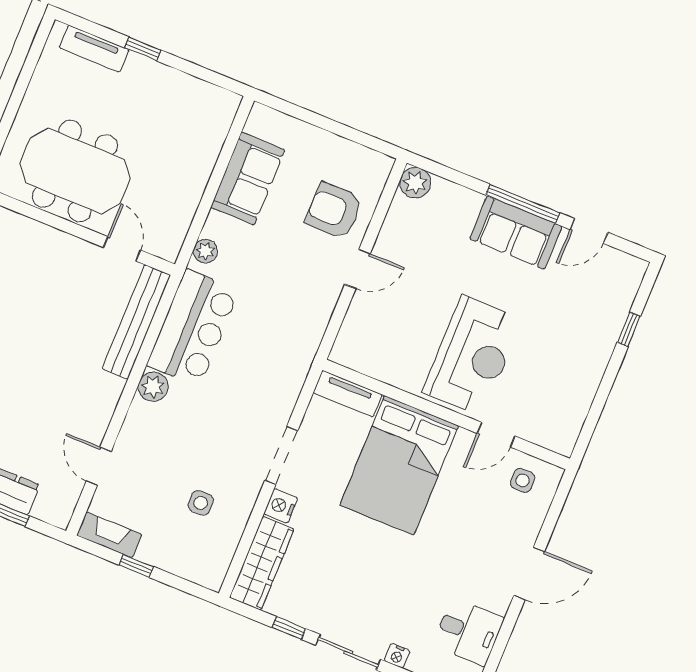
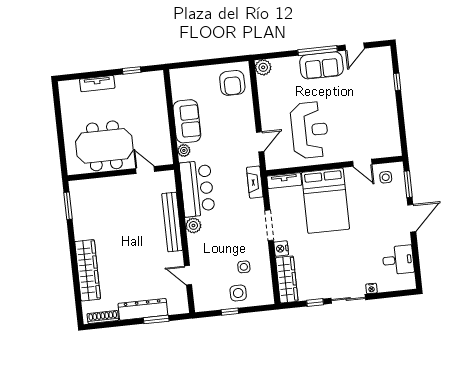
tv unit: (94, 49) -> (97, 84), moved
window: (143, 49) -> (132, 70), moved
sofa: (248, 178) -> (187, 121), moved
armchair: (334, 211) -> (232, 83), moved, turned -90
door: (357, 269) -> (260, 142), moved
bench: (136, 322) -> (172, 222), moved
reception desk: (473, 356) -> (310, 130), moved
door: (496, 435) -> (362, 163), hinge flipped
window: (554, 513) -> (408, 184), added
fireplace: (109, 535) -> (255, 182), moved, turned -90
side table: (167, 542) -> (238, 293), added

